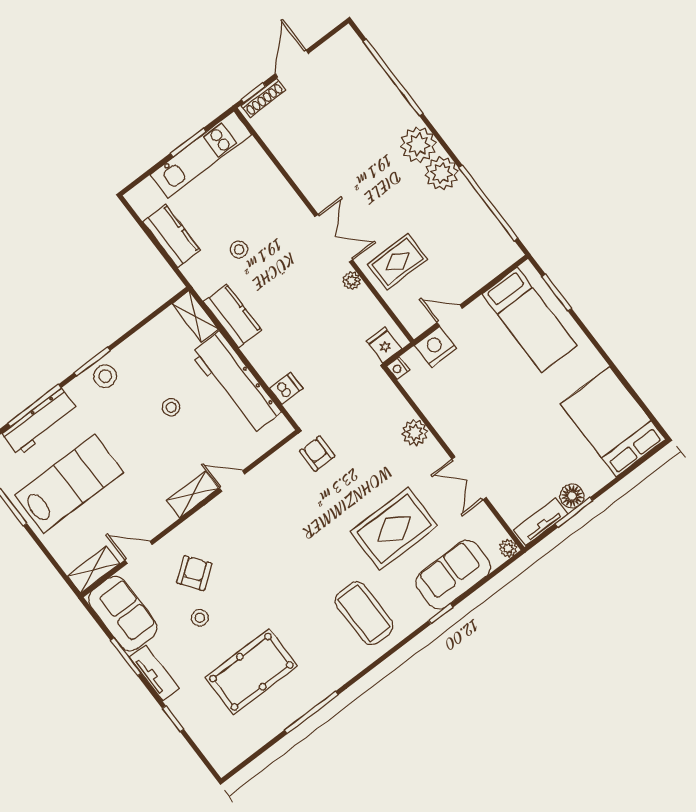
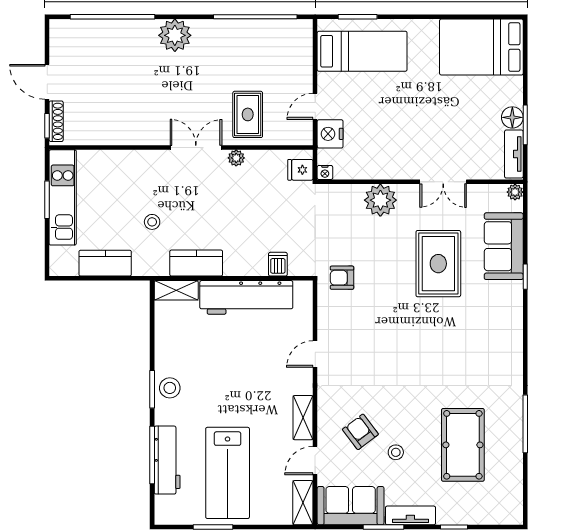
plant: (442, 173) -> (208, 34), removed
stool: (171, 407) -> (228, 357), removed
plant: (415, 433) -> (380, 200), width x1.36, depth x1.36
lab bench: (69, 484) -> (228, 473), turned 180
shelving: (193, 494) -> (303, 418), moved
coffee table: (364, 613) -> (483, 331), removed

